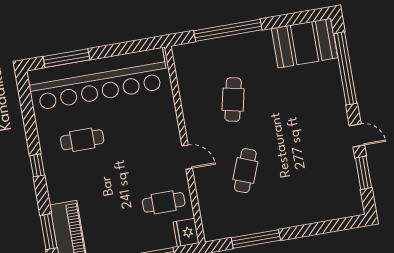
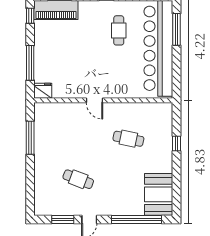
window: (228, 30) -> (177, 143), width x0.32
door: (187, 157) -> (94, 100), hinge flipped
cafe table: (245, 171) -> (78, 179), moved
cafe table: (164, 202) -> (66, 79), removed

